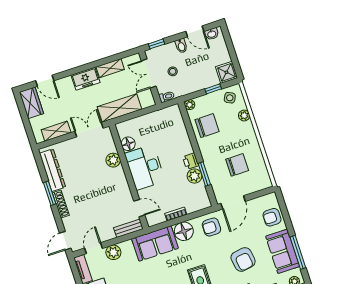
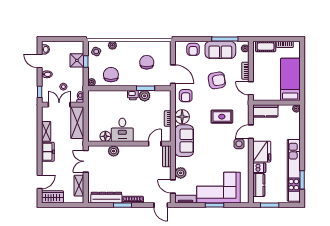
door: (195, 31) -> (40, 61), swing flipped
shower: (226, 72) -> (77, 60), moved
double door: (149, 73) -> (59, 105), swing flipped
shelving: (119, 108) -> (77, 123), moved
desk: (145, 167) -> (122, 130), width x0.73

